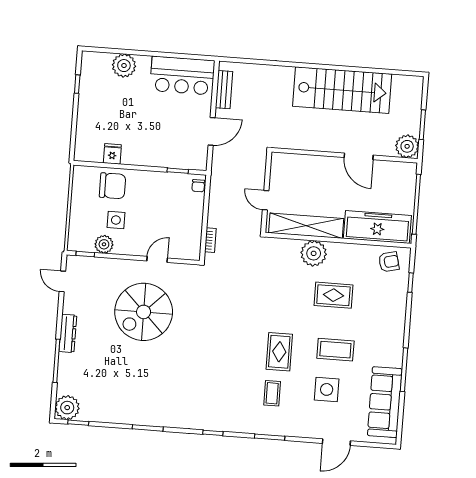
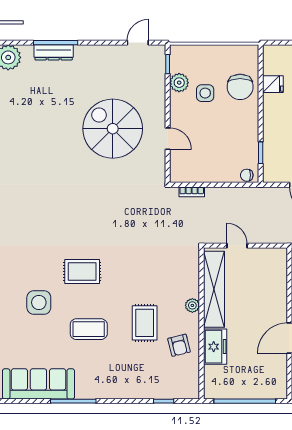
door: (266, 200) -> (237, 246), hinge flipped
freezer: (377, 227) -> (215, 347), width x0.52, depth x0.79
plant: (314, 253) -> (192, 305), width x0.53, depth x0.53
armchair: (389, 262) -> (179, 345), moved
dresser: (68, 333) -> (54, 52), moved
coffee table: (335, 350) -> (89, 329), turned 90
side table: (327, 389) -> (39, 302), moved
coffee table: (272, 393) -> (39, 267), removed

